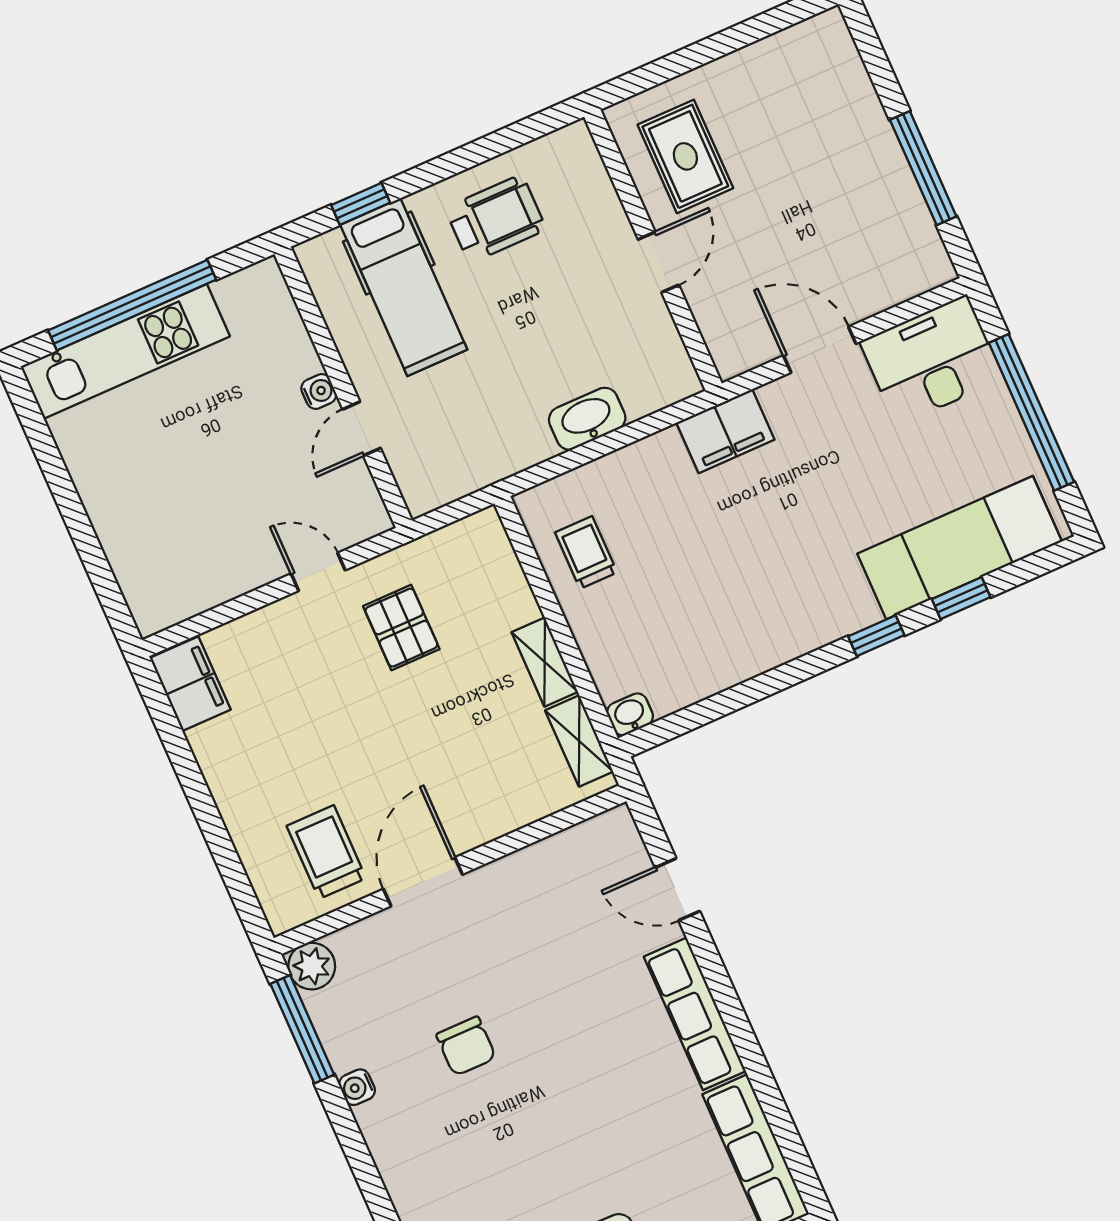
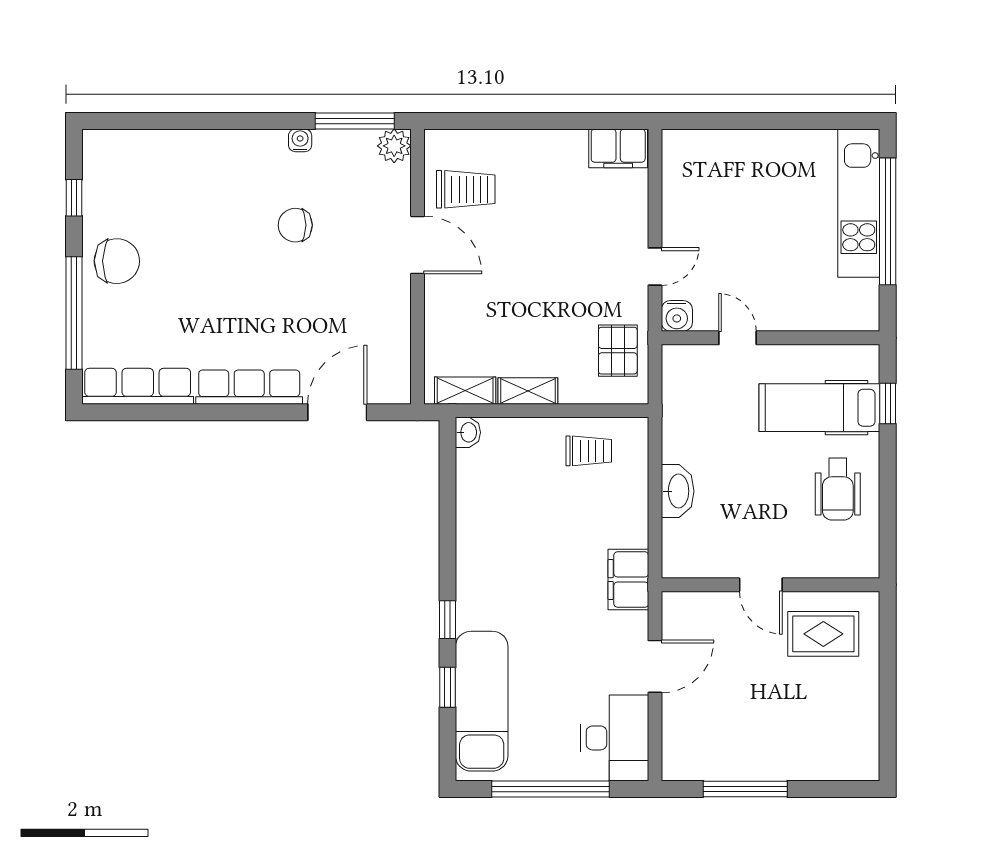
water cooler: (319, 391) -> (677, 316), moved, width x1.38, depth x1.38
pallet: (401, 628) -> (618, 351), moved, turned 90
door: (677, 889) -> (337, 412), width x1.38

